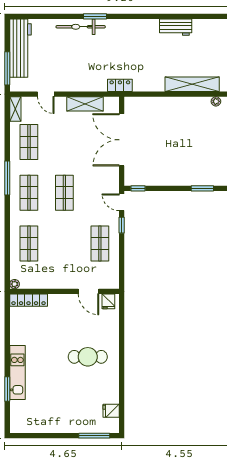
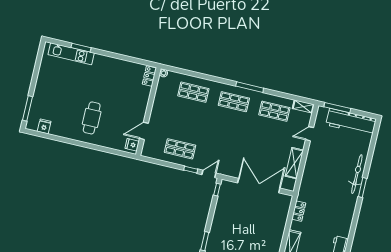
locker: (120, 85) -> (299, 211), moved
shop shelf: (64, 193) -> (227, 130), removed
locker: (29, 300) -> (149, 76), width x0.66
kitchen unit: (17, 372) -> (71, 54), moved

